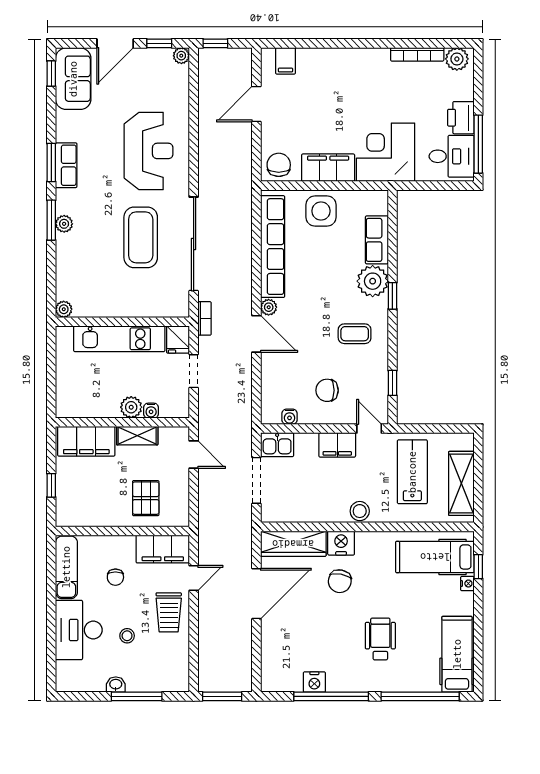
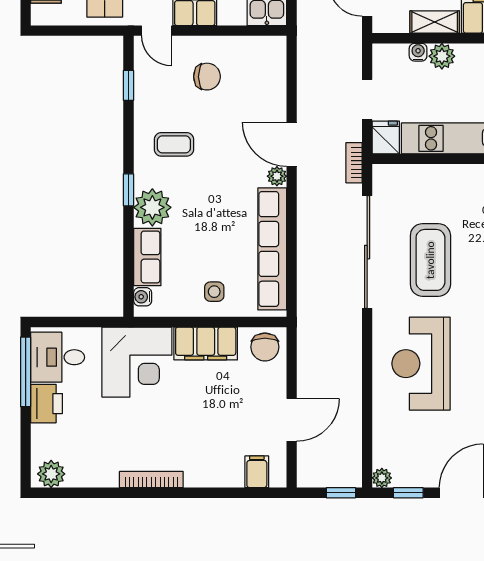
bookcase: (417, 54) -> (151, 480), moved
side table: (321, 211) -> (214, 292), width x0.54, depth x0.54
water cooler: (290, 417) -> (143, 297), moved, turned -90

